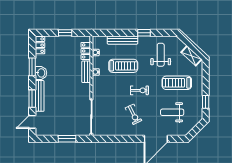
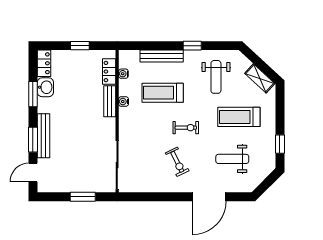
weight bench: (161, 55) -> (216, 77), turned 180
treadmill: (123, 66) -> (163, 93), turned 180
washbasin: (41, 73) -> (45, 87), moved

